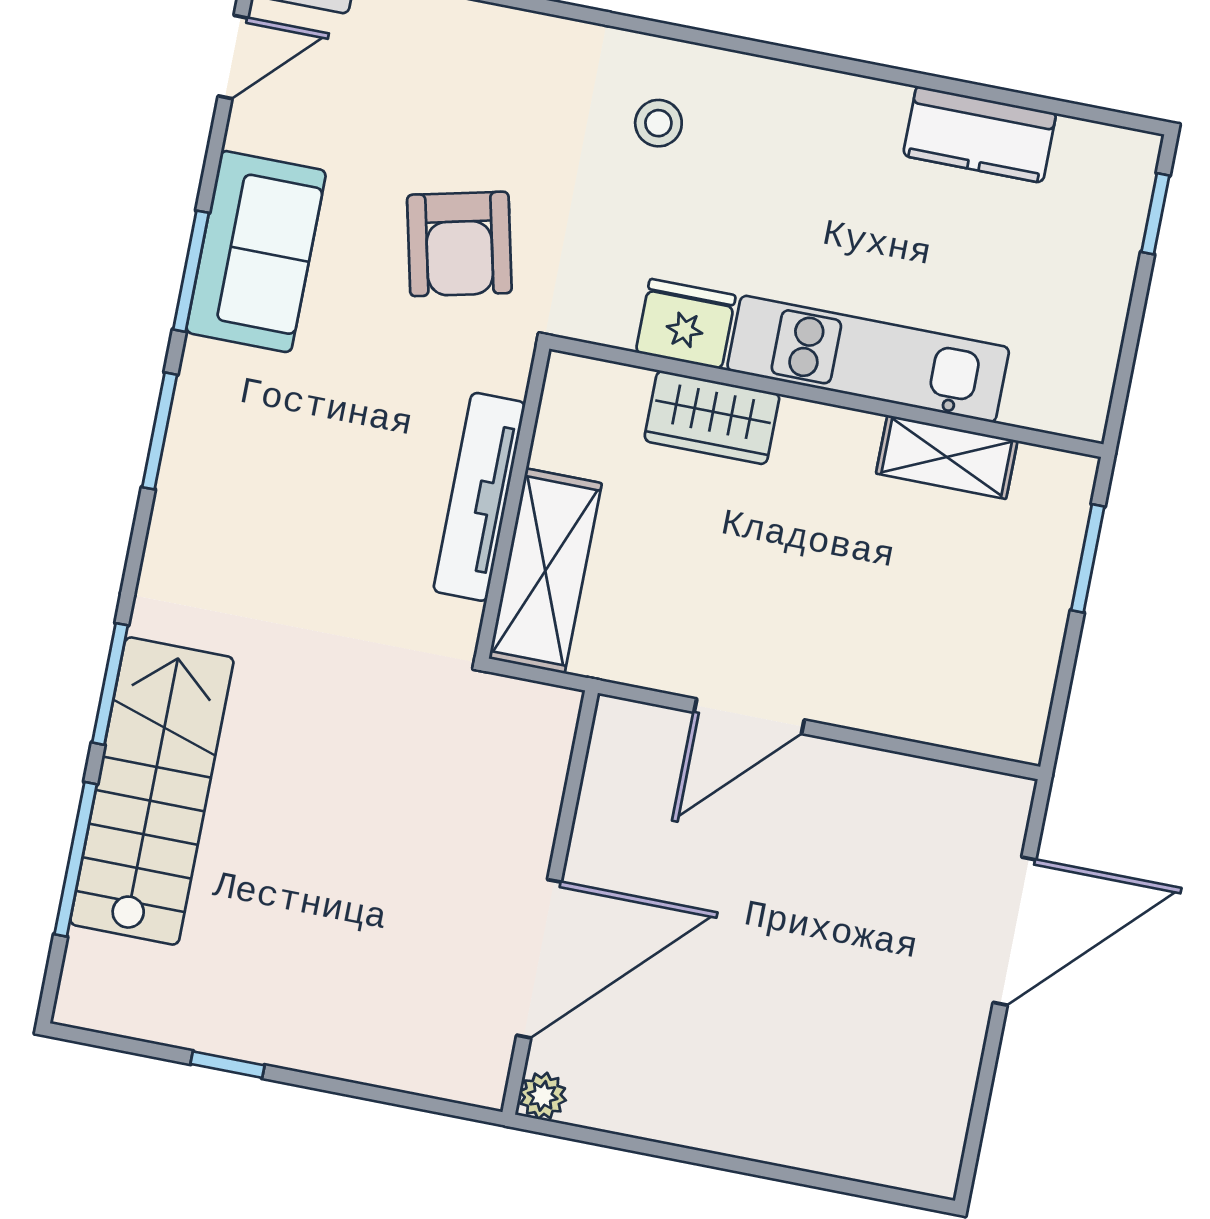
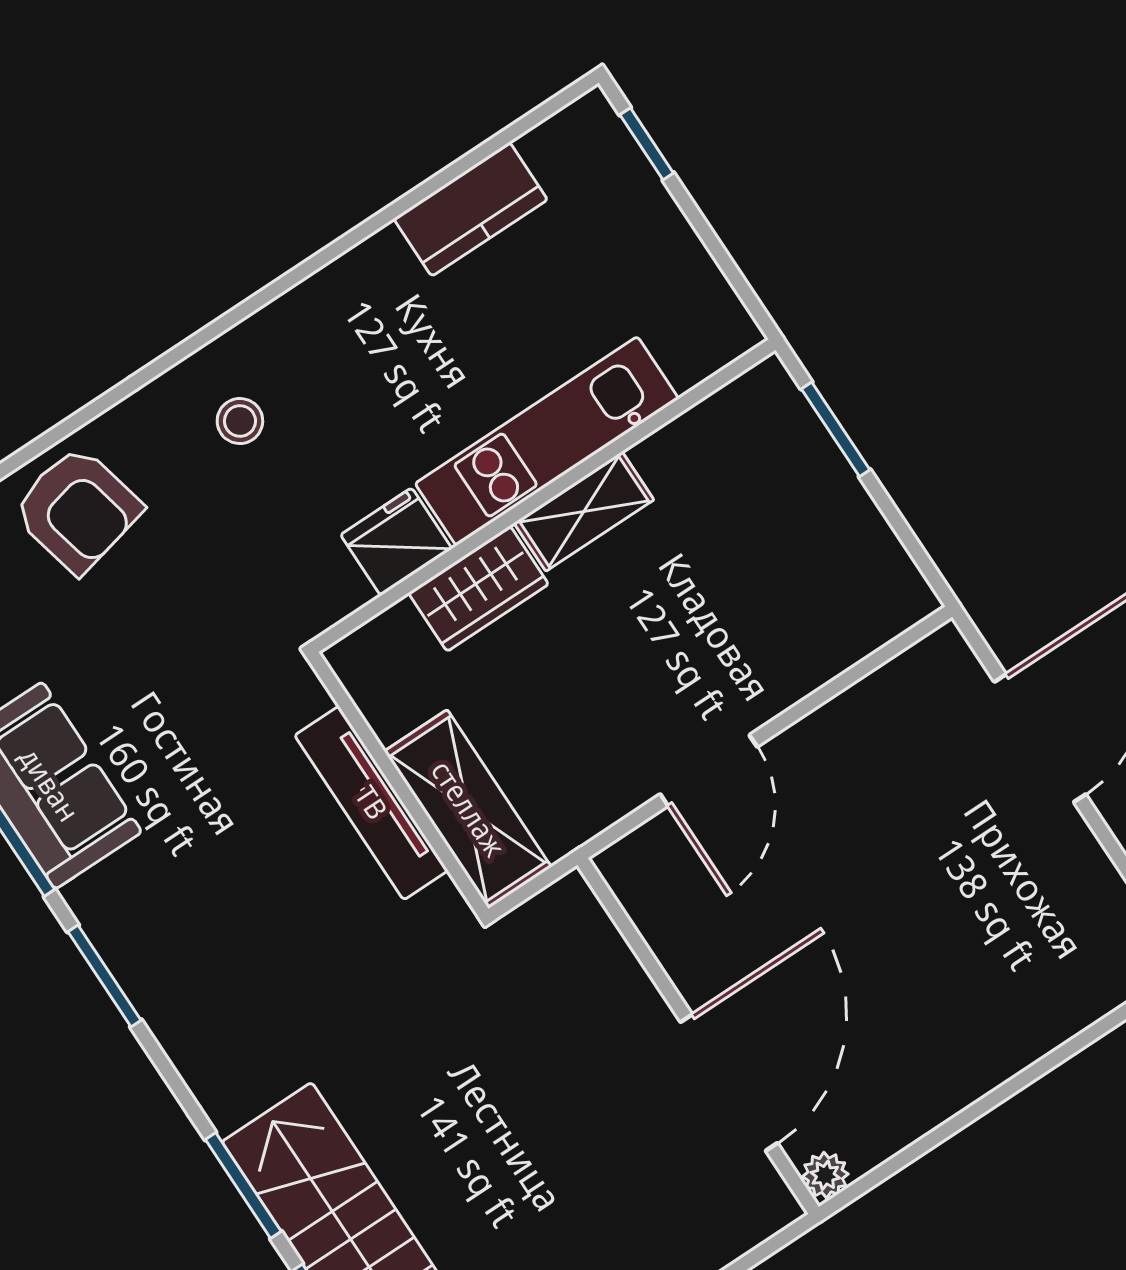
armchair: (459, 244) -> (77, 510), moved
shelving: (947, 457) -> (584, 511), moved

